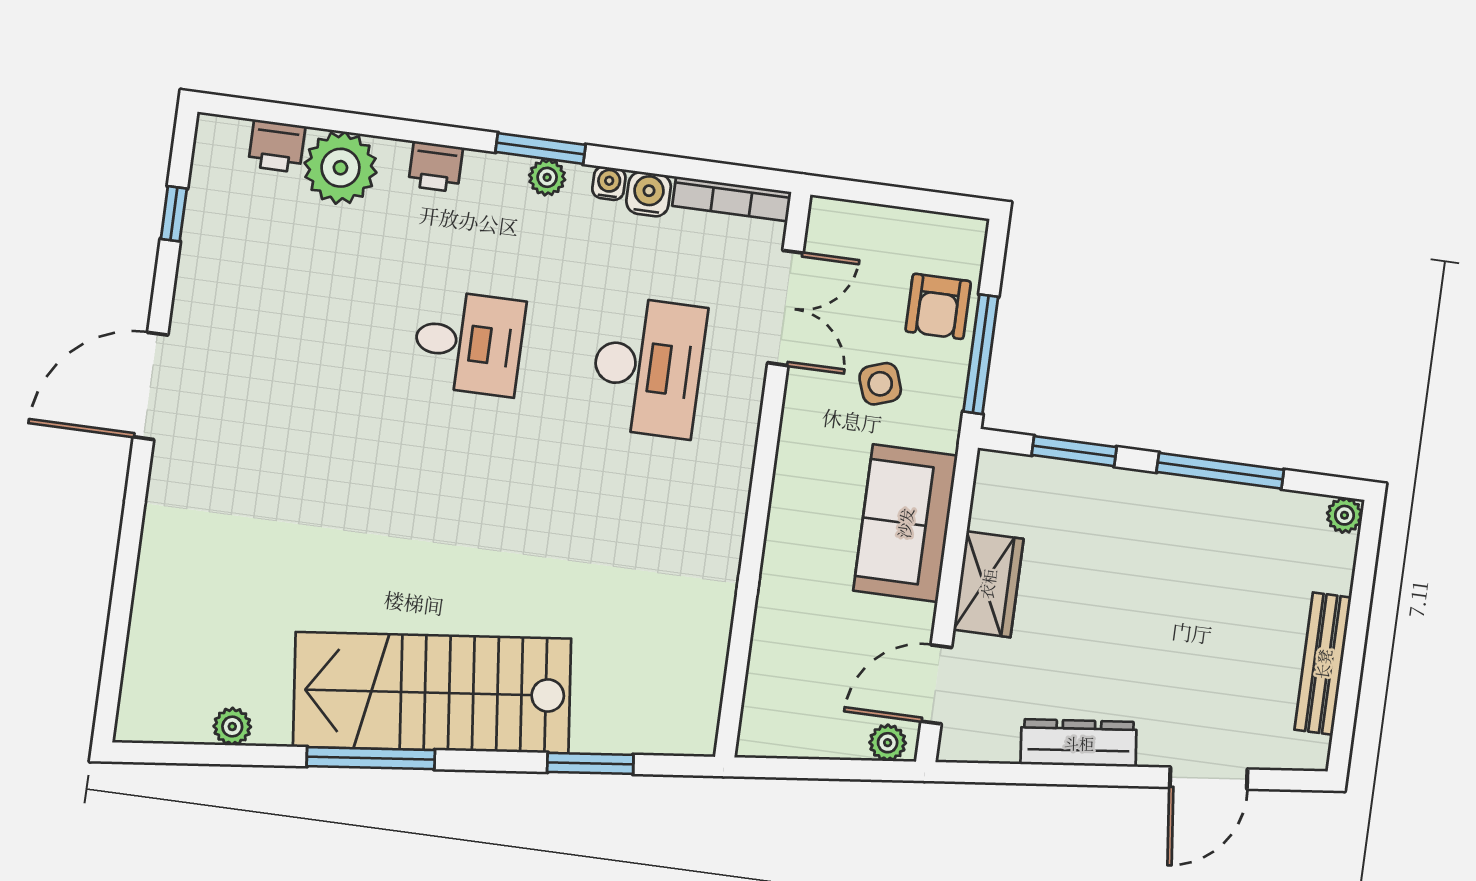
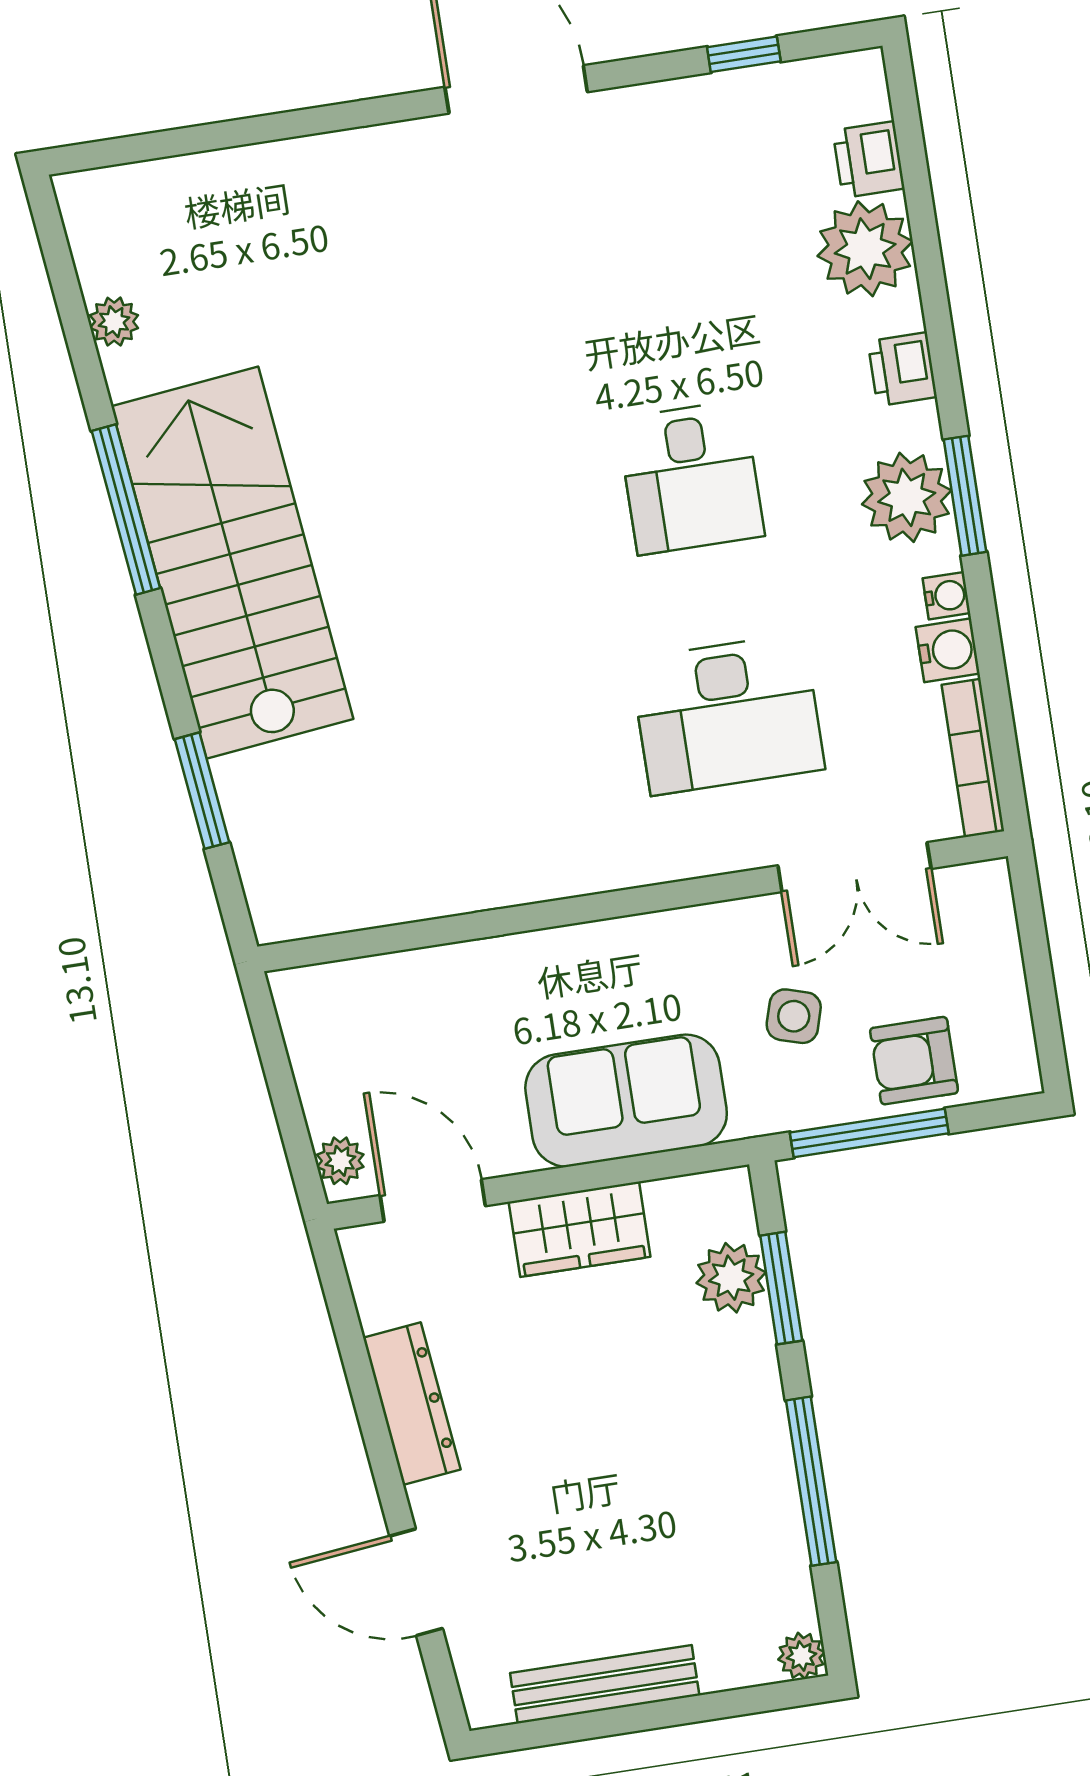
plant: (547, 177) -> (907, 497), width x1.88, depth x1.88
side table: (880, 384) -> (794, 1016), turned 36
plant: (1056, 485) -> (731, 1278), added

